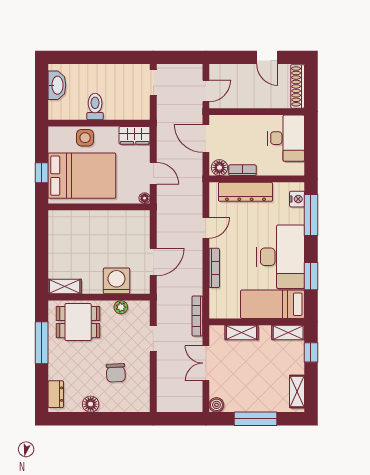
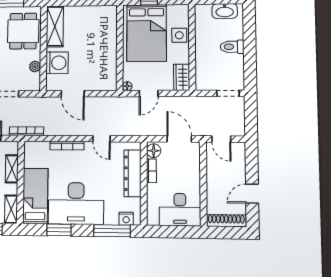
toilet: (95, 107) -> (232, 47), moved, turned 180
door: (206, 138) -> (179, 139), hinge flipped
shelving: (65, 286) -> (55, 26), width x1.50, depth x1.33

